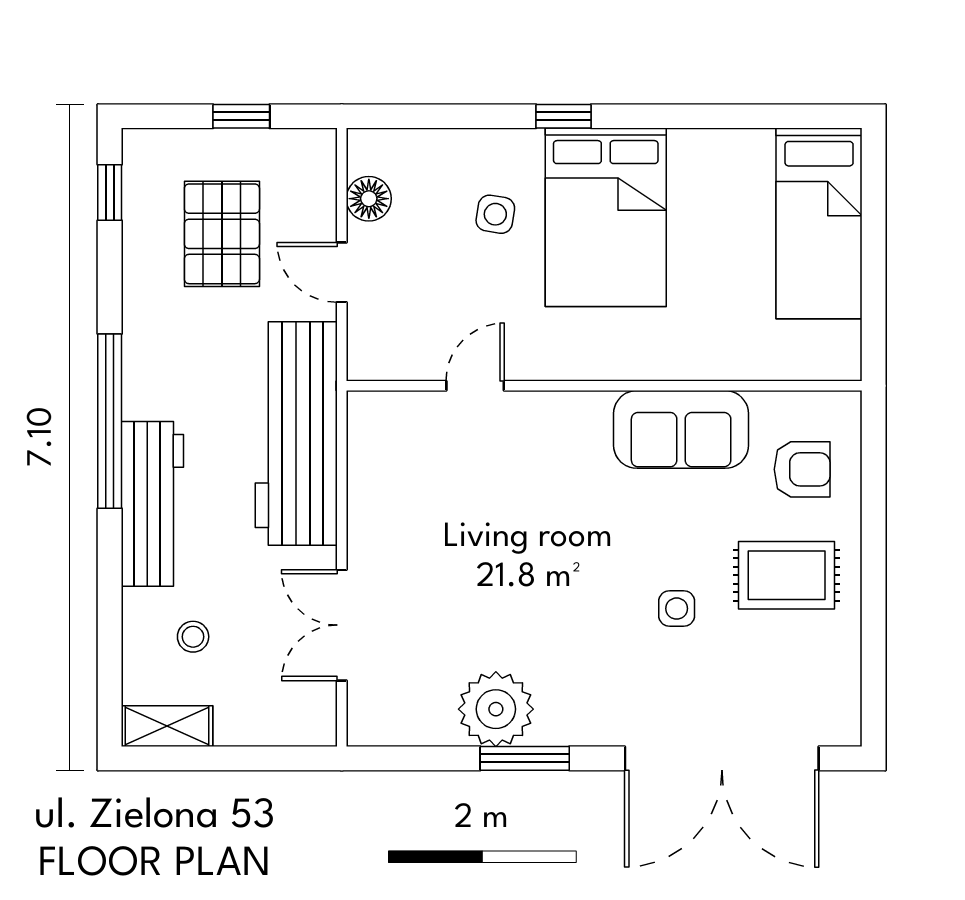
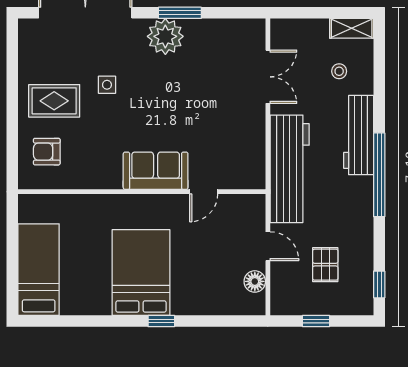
side table: (495, 214) -> (194, 274), removed
pallet: (222, 234) -> (325, 265), width x0.67, depth x0.71
sofa: (681, 429) -> (156, 171), moved
plant: (496, 709) -> (165, 36), moved

